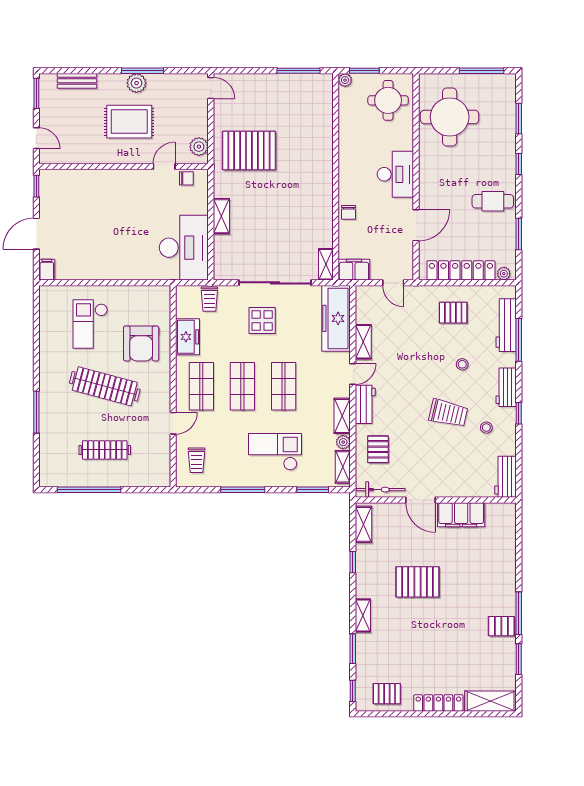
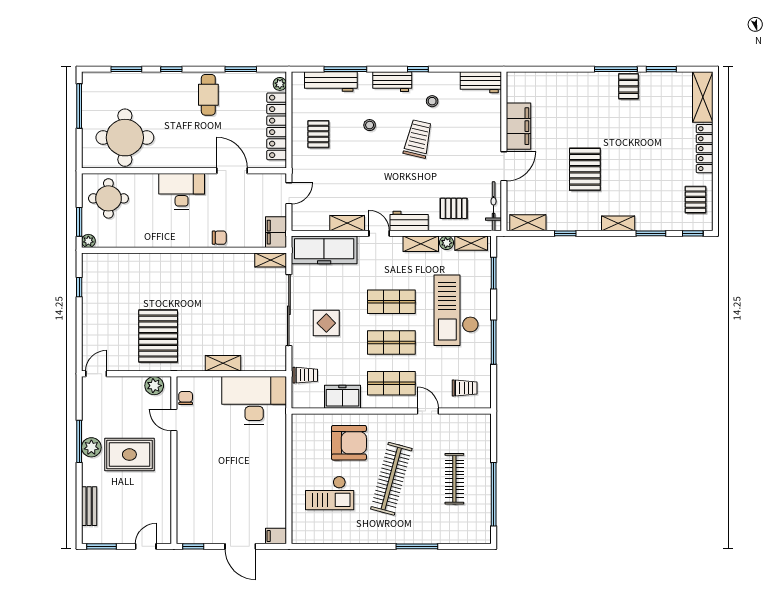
window: (298, 71) -> (79, 287), width x0.46
rug: (129, 122) -> (129, 455), turned 90
checkout: (275, 452) -> (456, 310), width x1.36, depth x1.21

